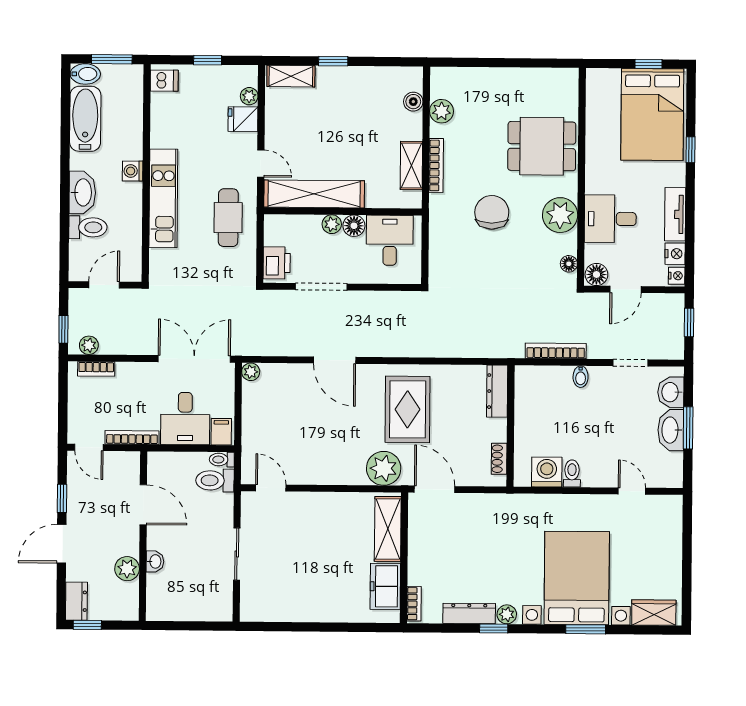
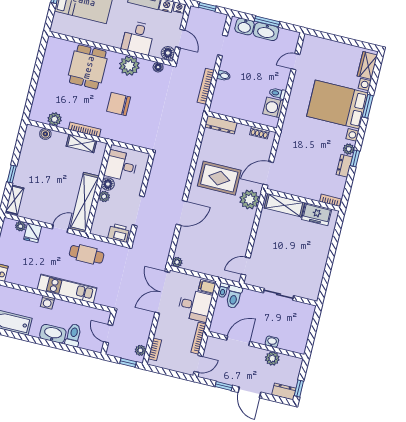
dresser: (469, 613) -> (344, 166), width x0.70

